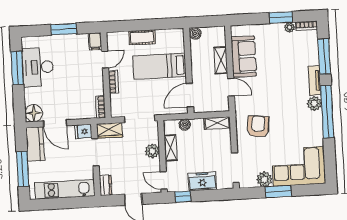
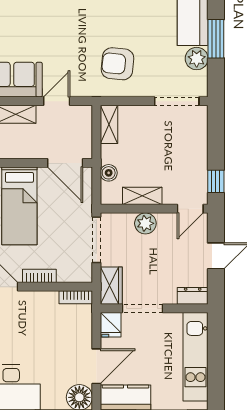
freezer: (202, 181) -> (195, 151), removed

